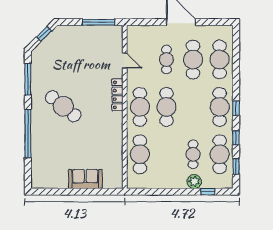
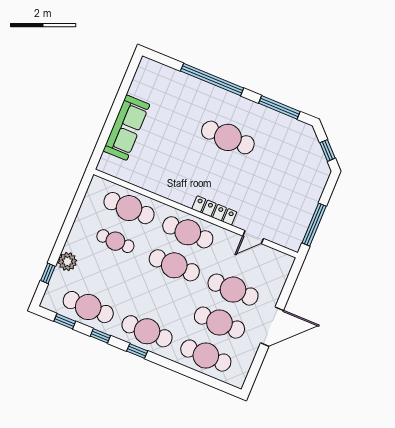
cafe table: (166, 60) -> (233, 290), width x1.37, depth x1.35
cafe table: (63, 106) -> (228, 137), turned 51
cafe table: (193, 154) -> (115, 241), moved
sofa: (85, 179) -> (126, 128), width x1.36

